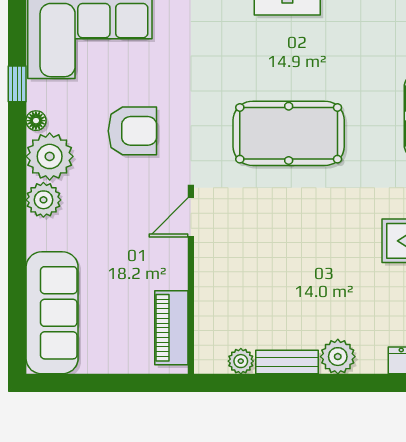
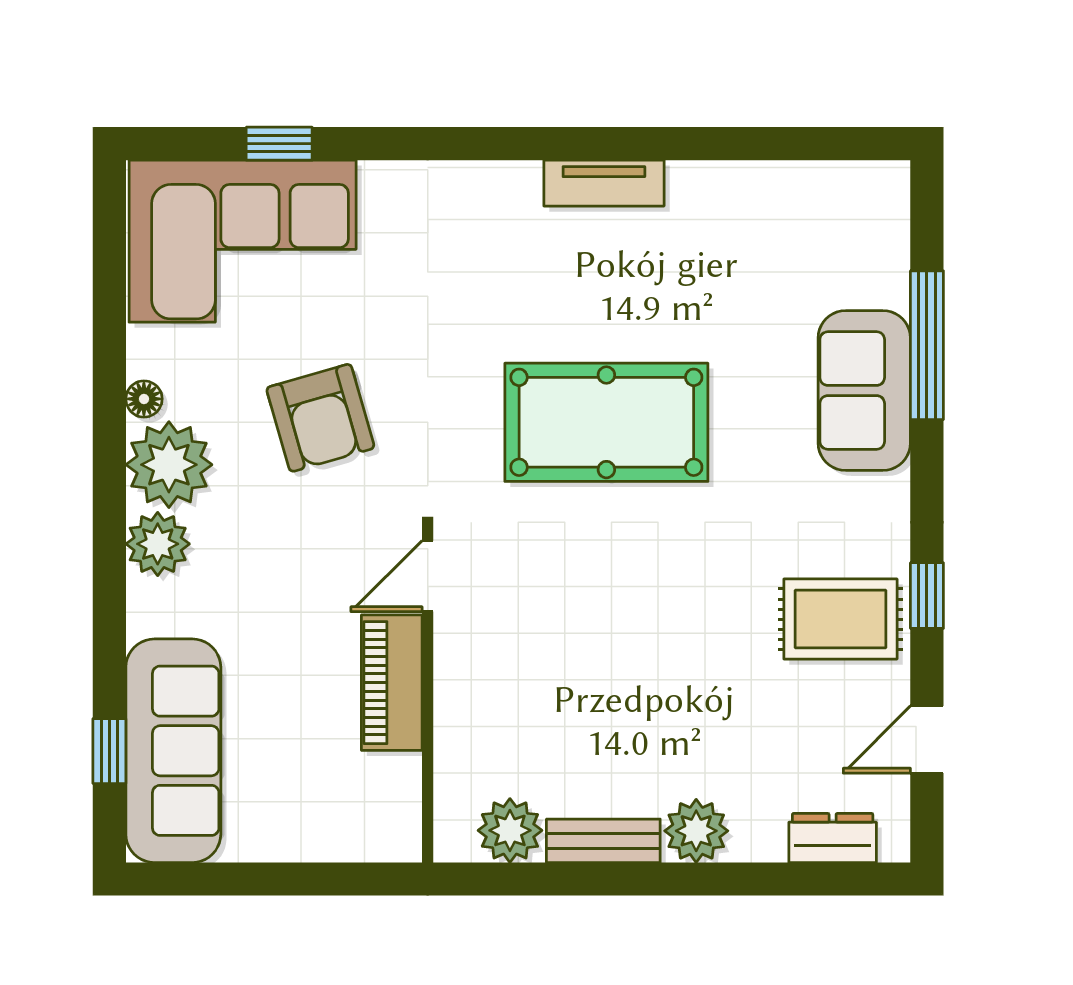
window: (17, 84) -> (109, 751), moved
armchair: (132, 131) -> (320, 418), turned 74
piano: (171, 328) -> (392, 683), moved
plant: (241, 361) -> (510, 830), width x1.38, depth x1.38

